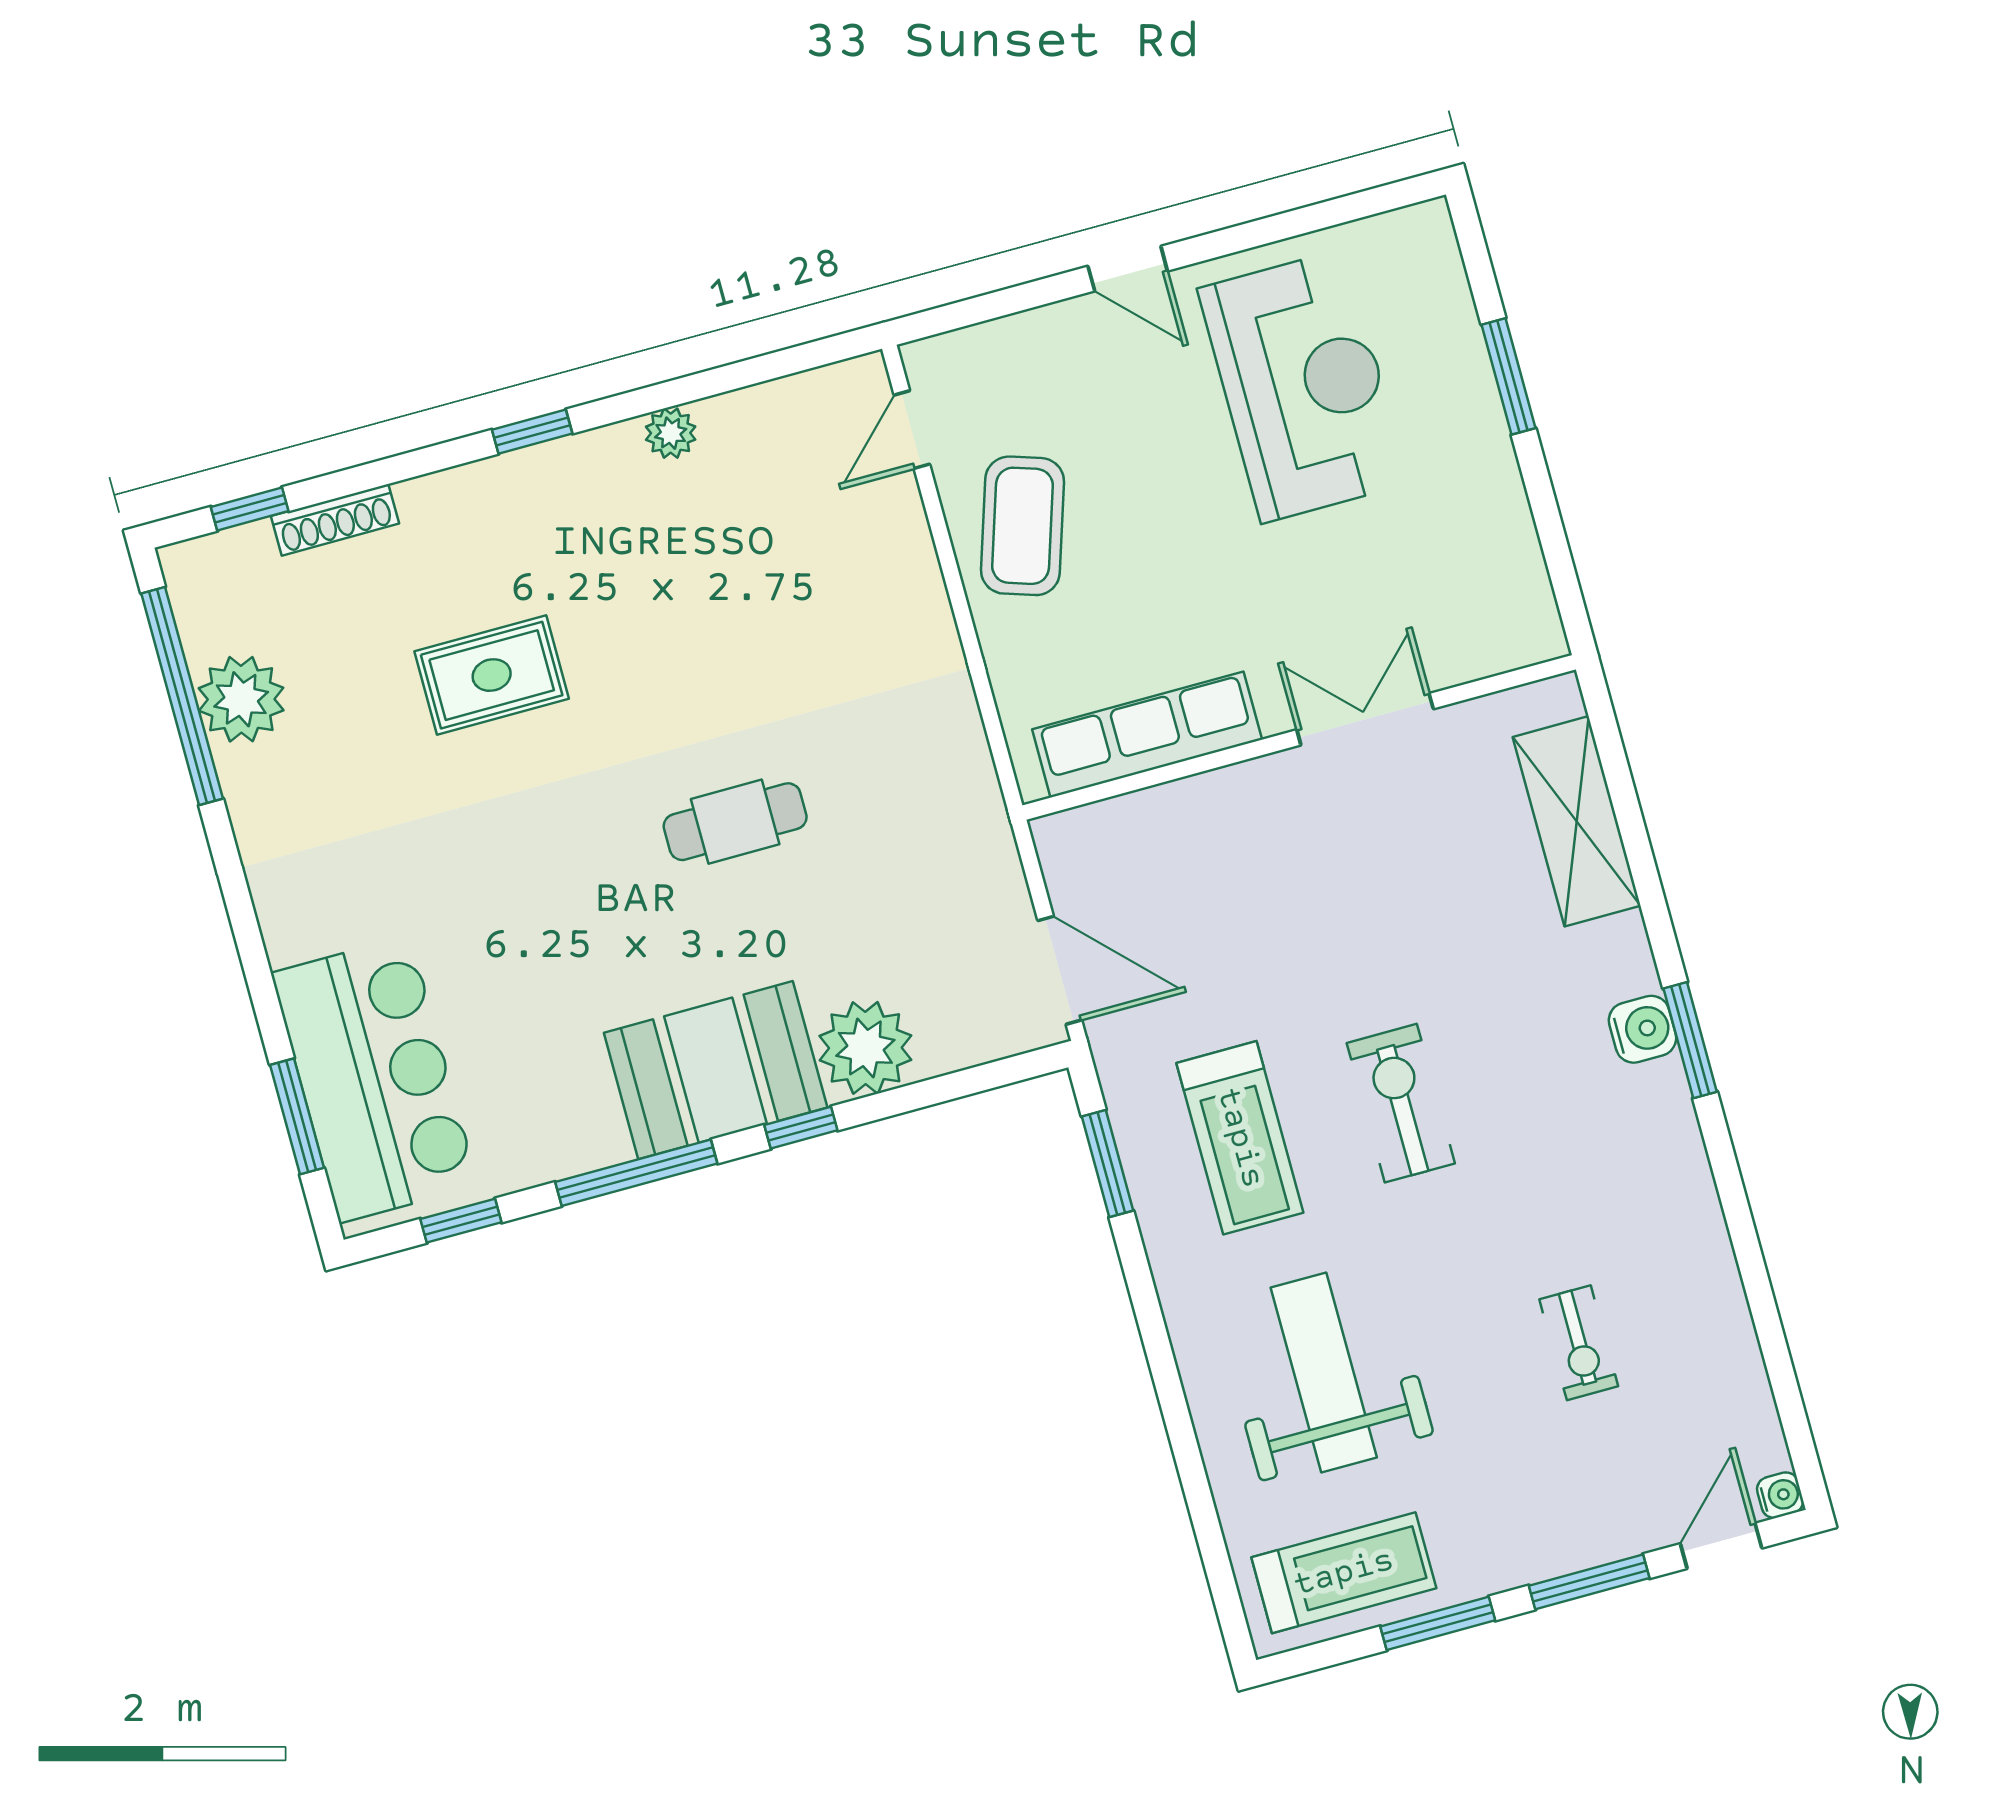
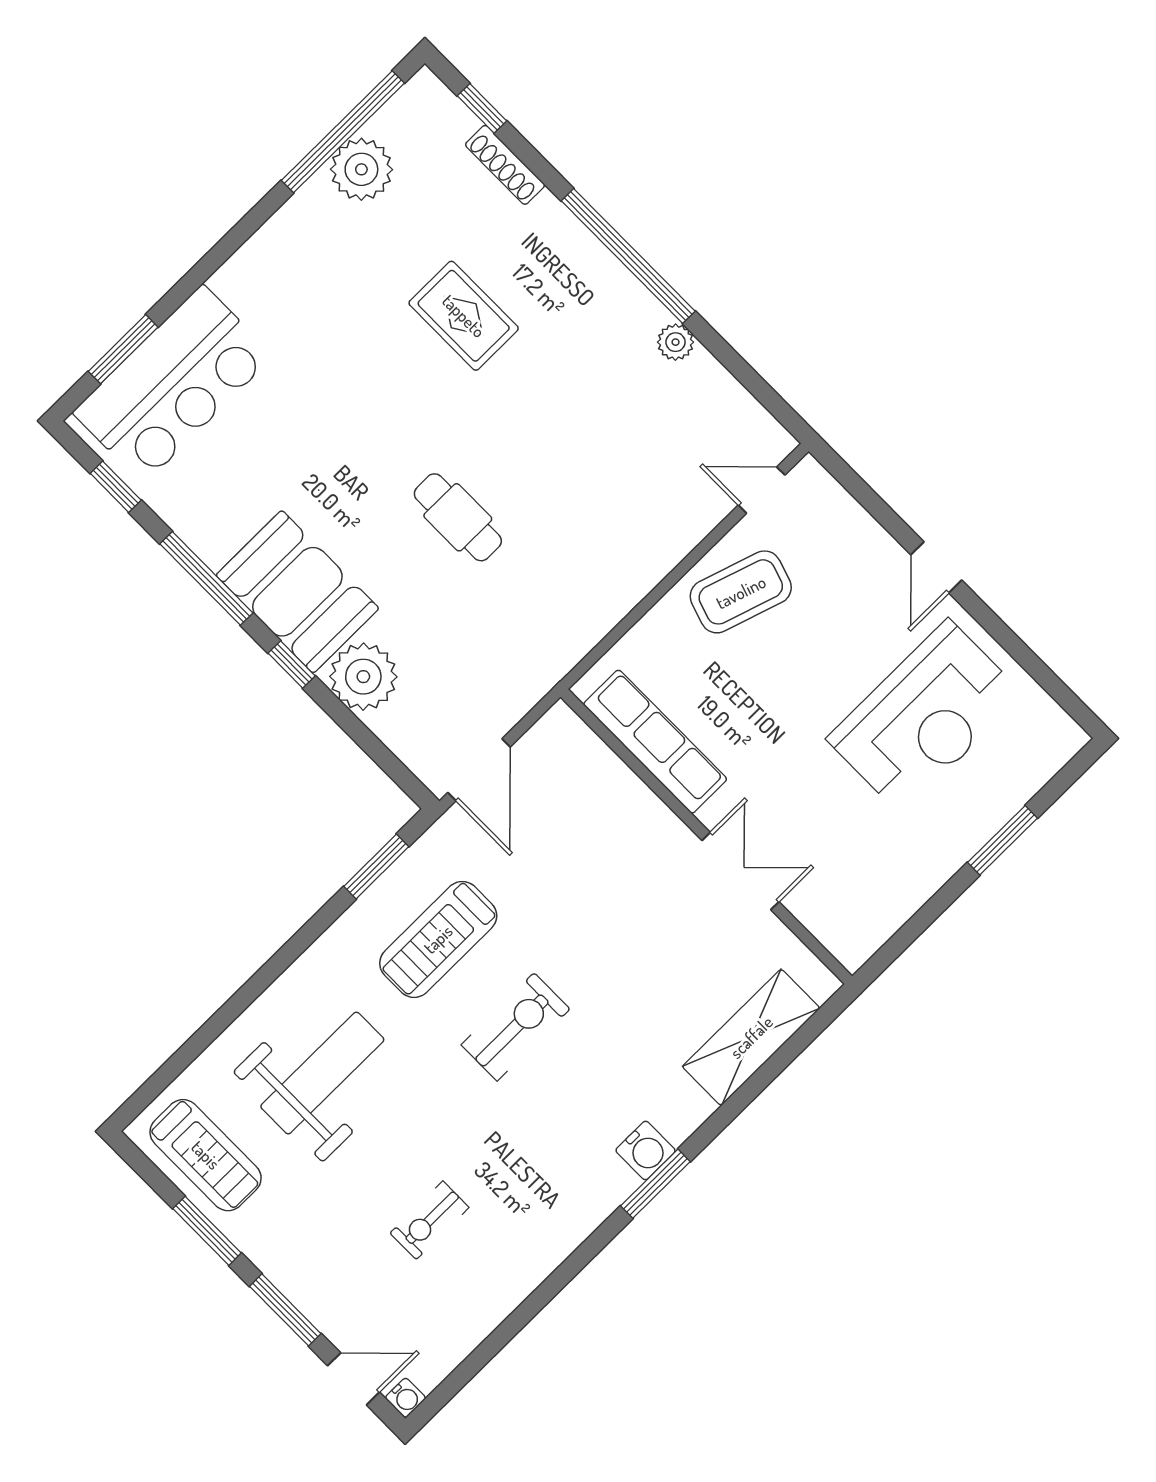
window: (532, 432) -> (628, 256), width x3.17

